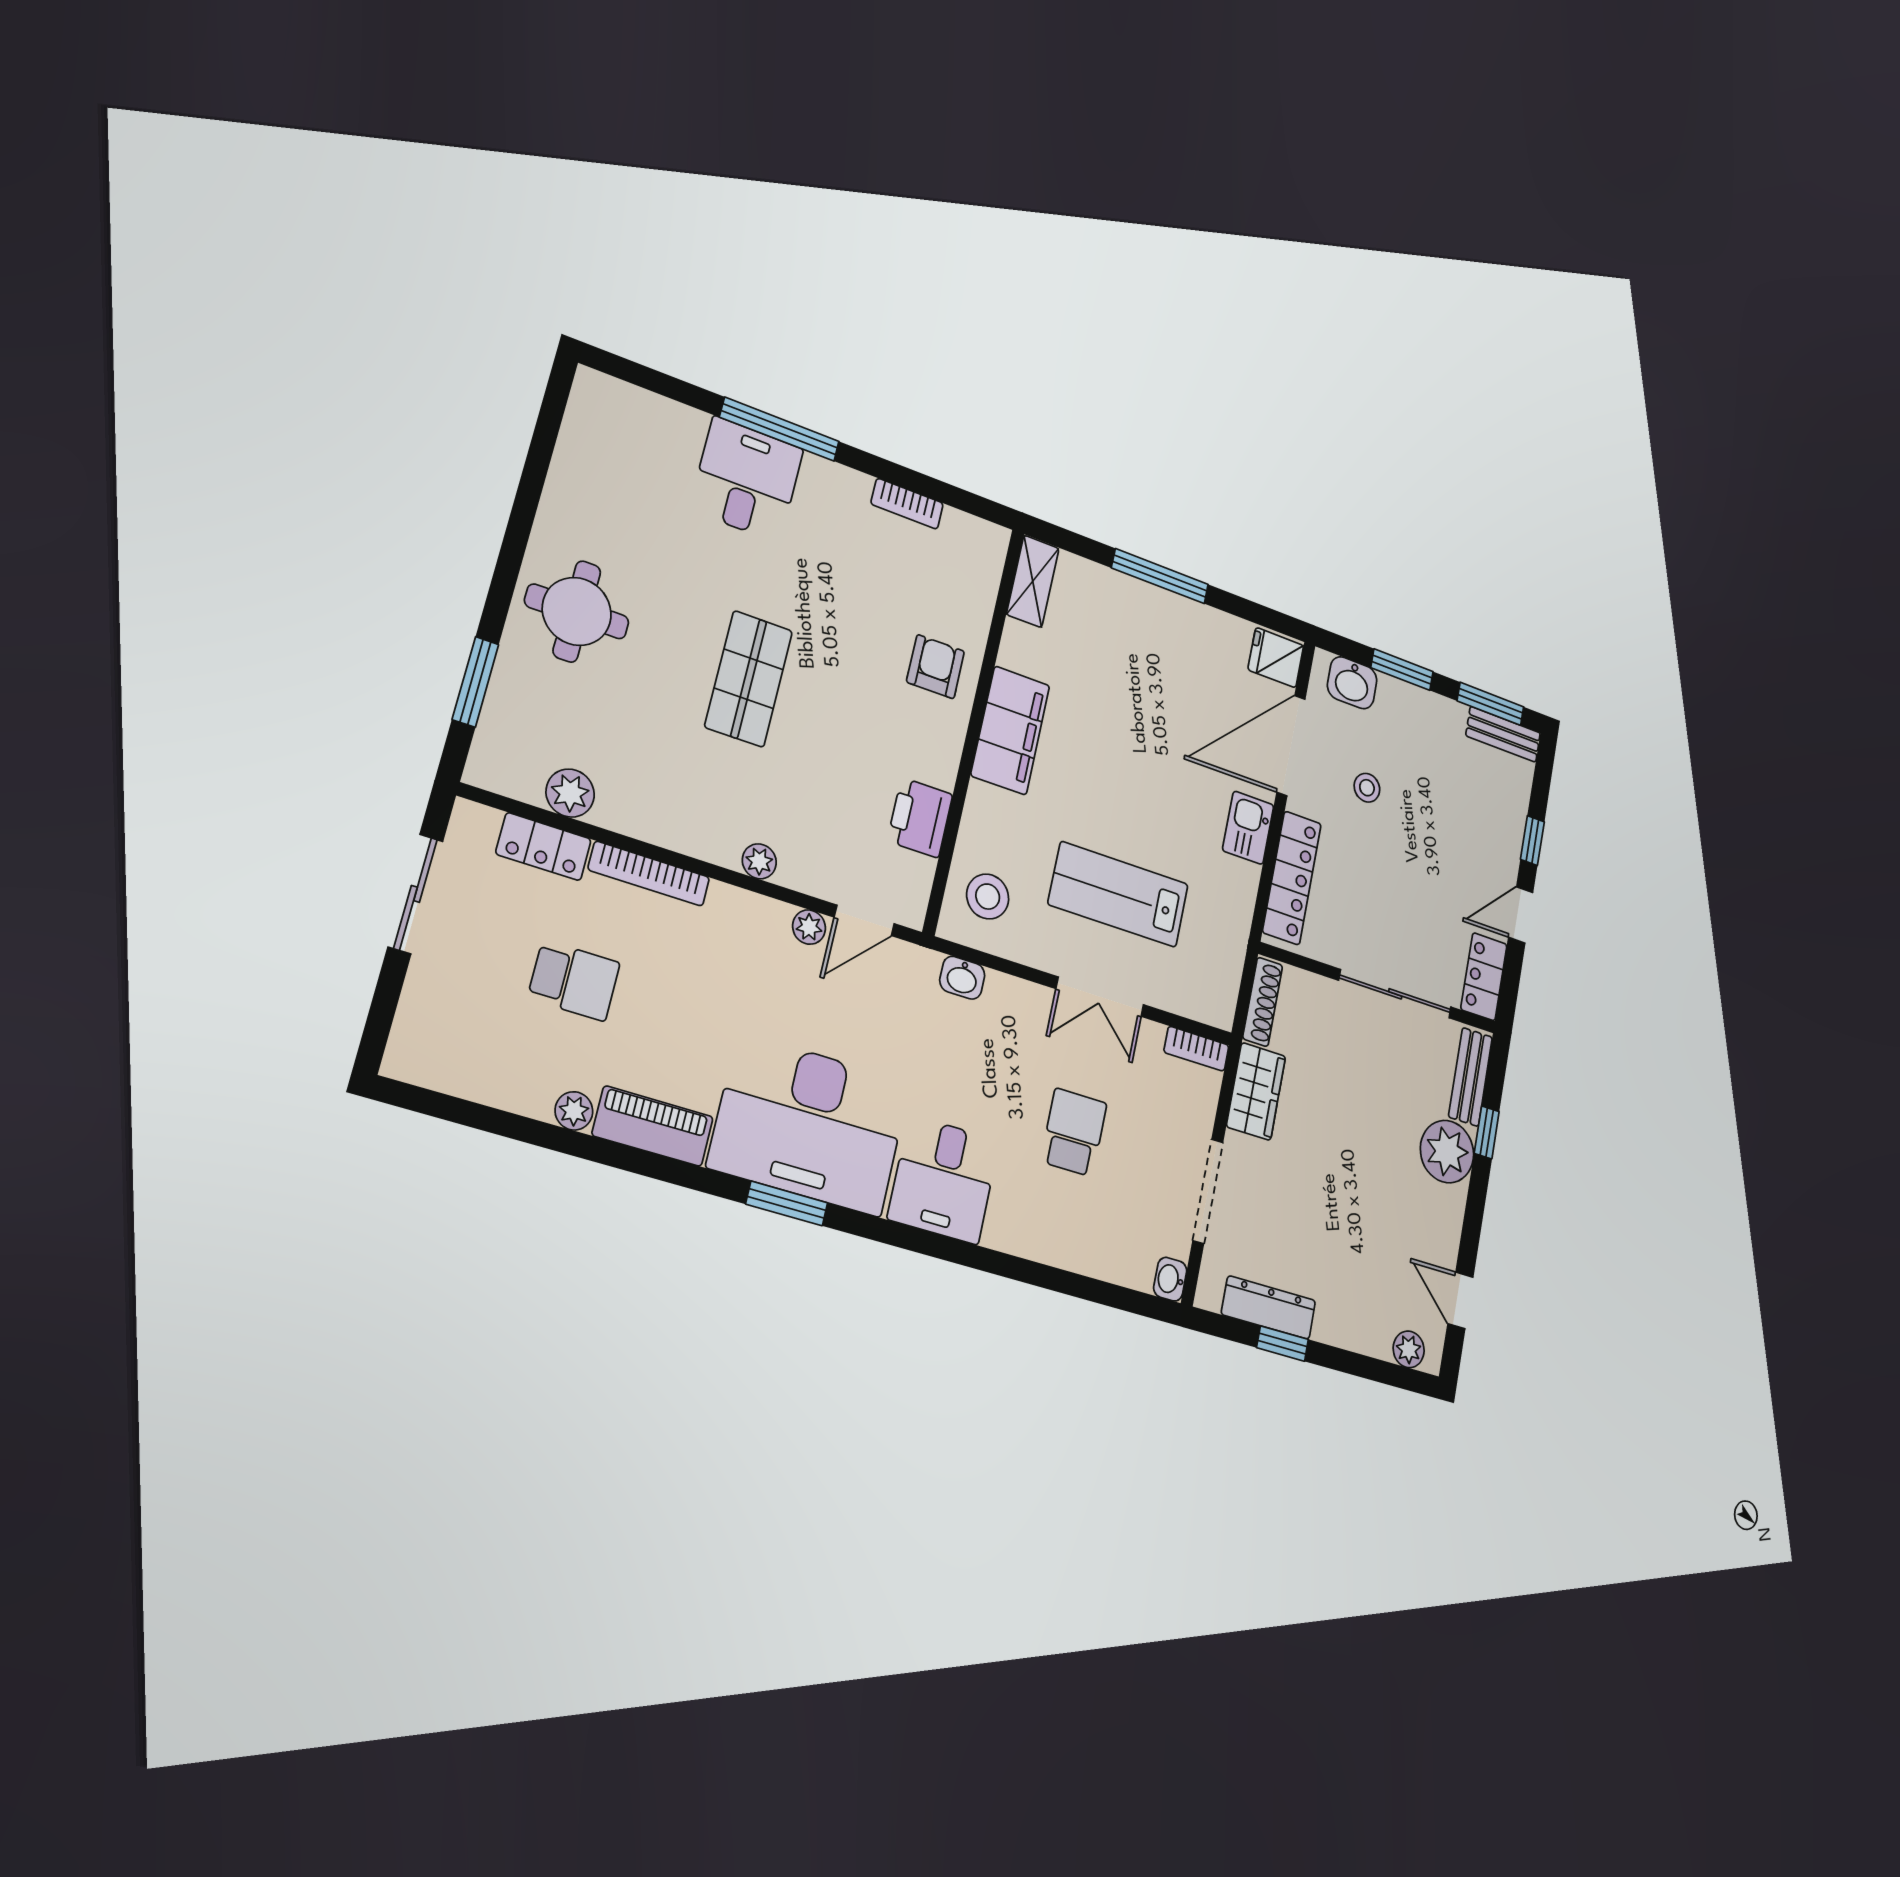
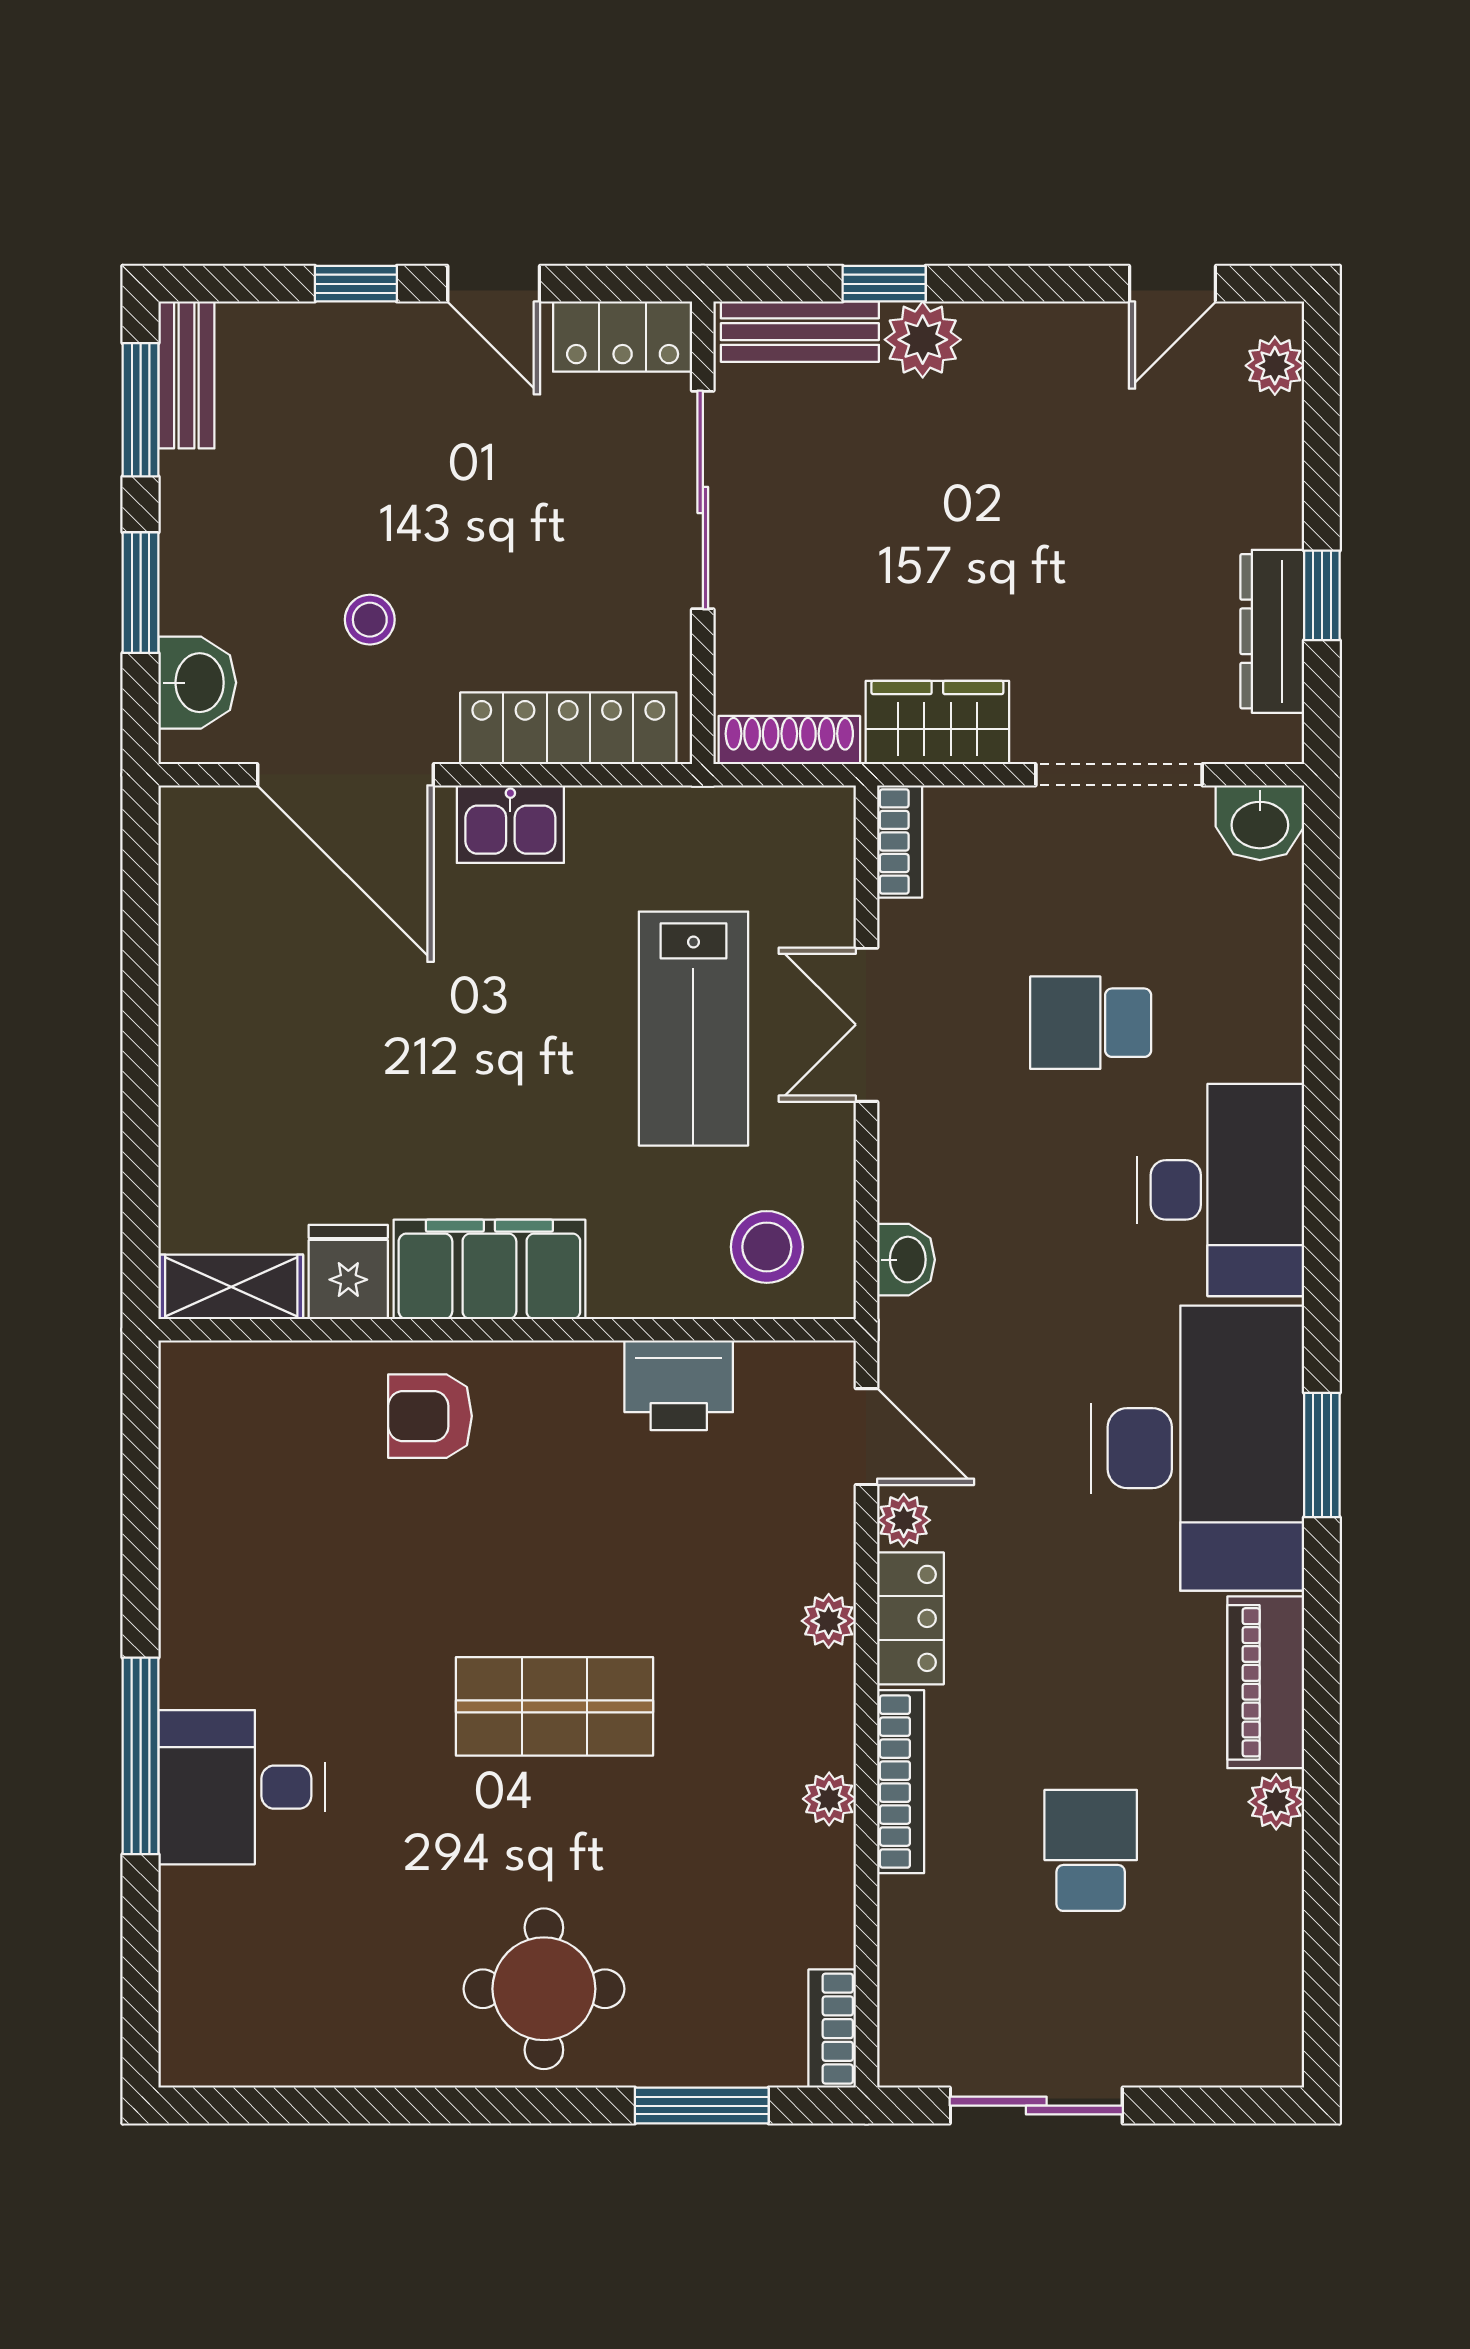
bookcase: (907, 504) -> (832, 2029), moved, turned 180
window: (1160, 576) -> (141, 1069), removed
fridge: (1276, 658) -> (348, 1272), moved, turned 180
plant: (570, 793) -> (829, 1799), moved, width x0.73, depth x0.73
locker: (544, 847) -> (910, 1618), moved
double door: (1100, 997) -> (866, 1025), swing flipped
plant: (1447, 1152) -> (923, 340), width x0.73, depth x0.73
desk: (944, 1180) -> (1221, 1190), width x1.37
washbasin: (1170, 1279) -> (1260, 823), width x1.38, depth x1.45

